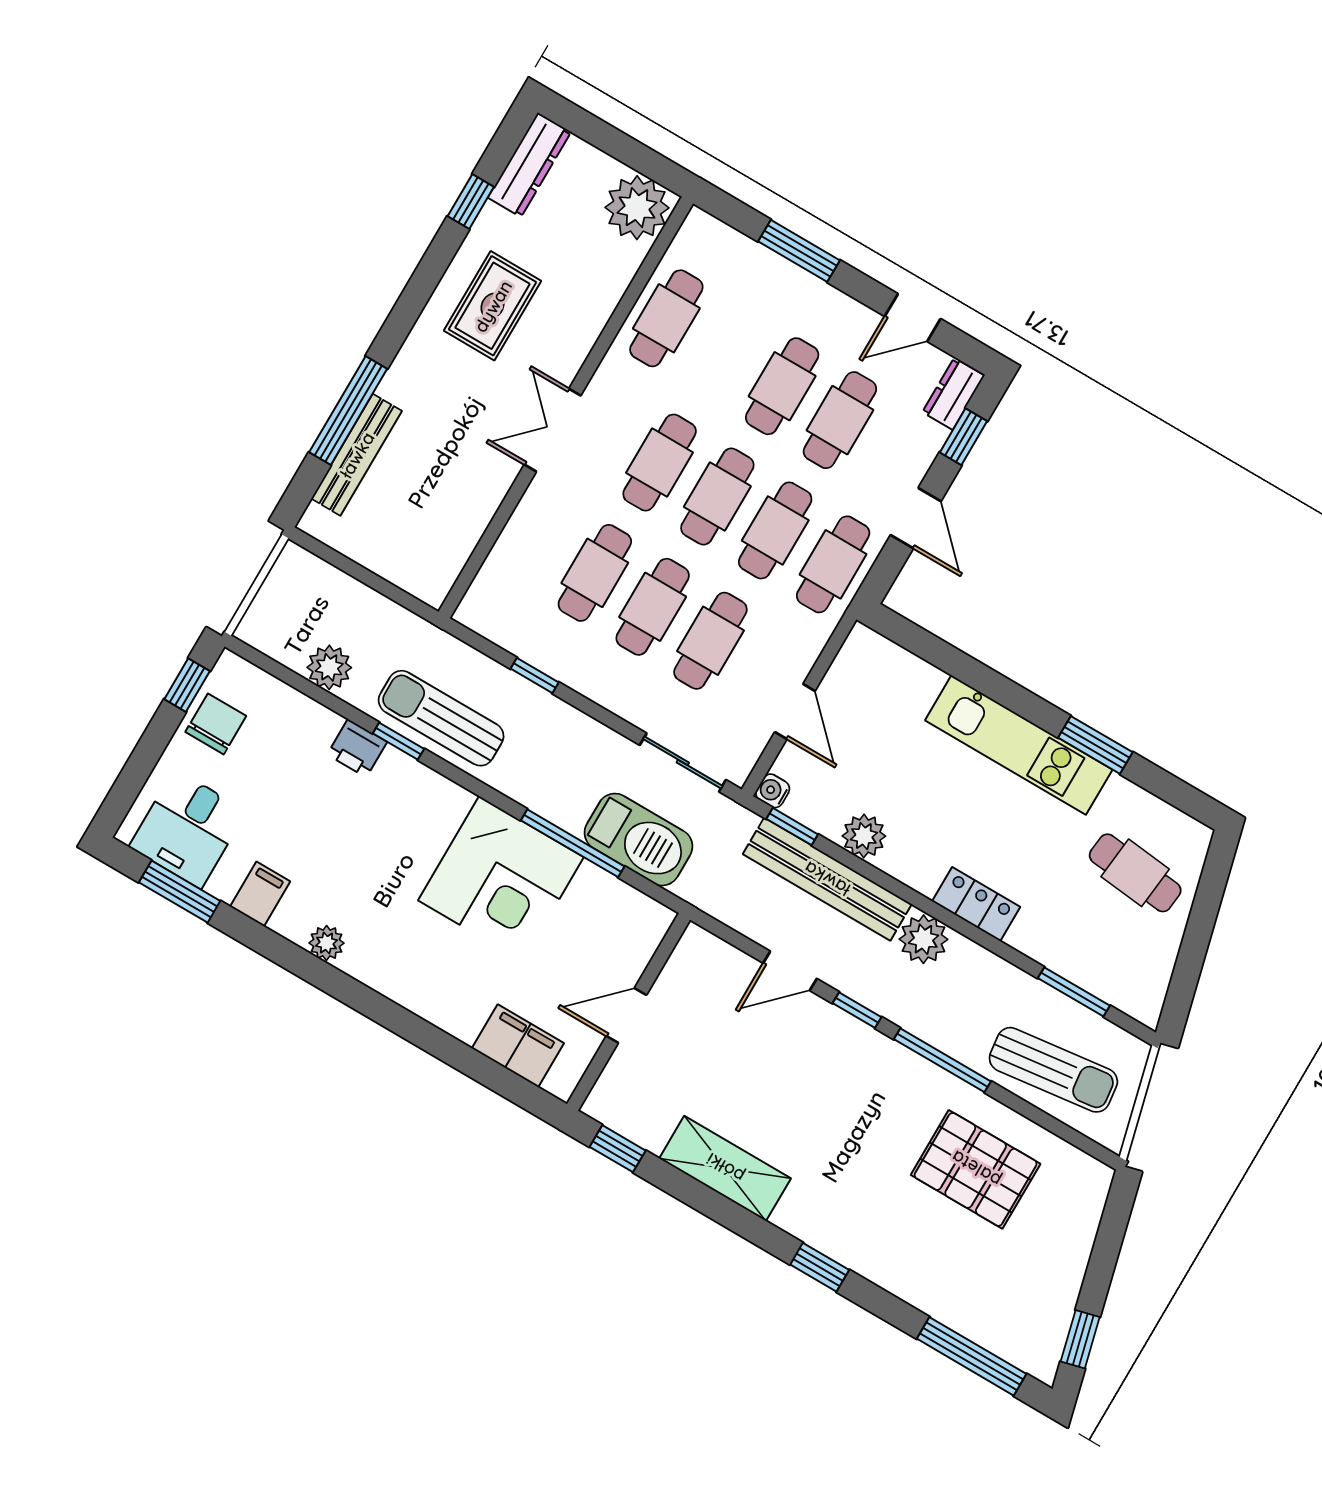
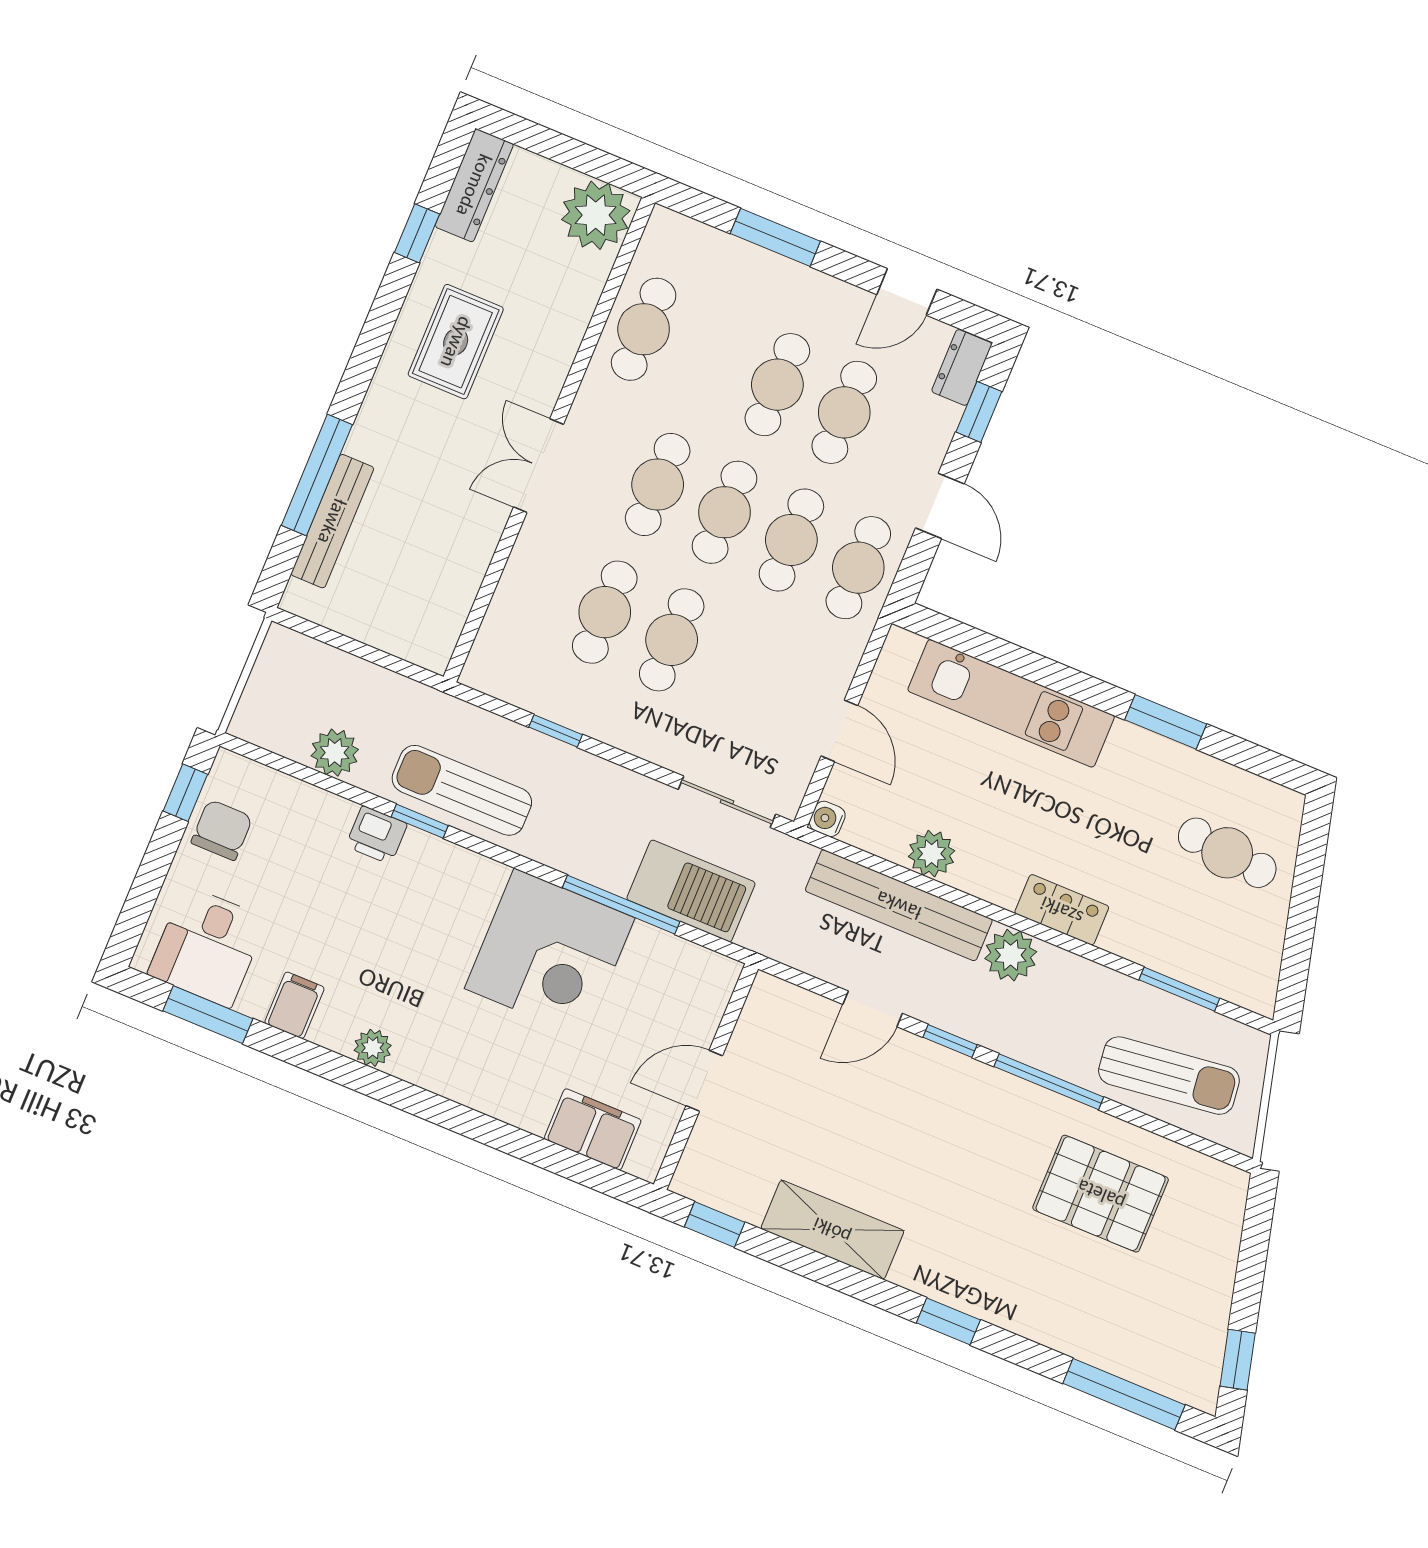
cafe table: (710, 641) -> (739, 668), removed
kitchen unit: (1019, 745) -> (1011, 703), moved
window: (792, 827) -> (853, 854), removed

